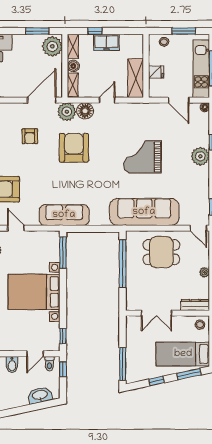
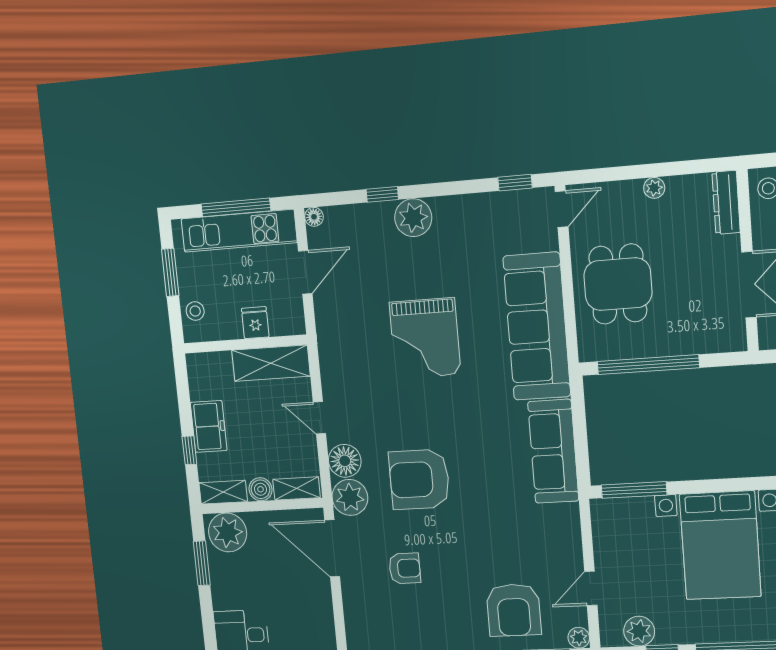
sofa: (64, 215) -> (553, 451), moved

